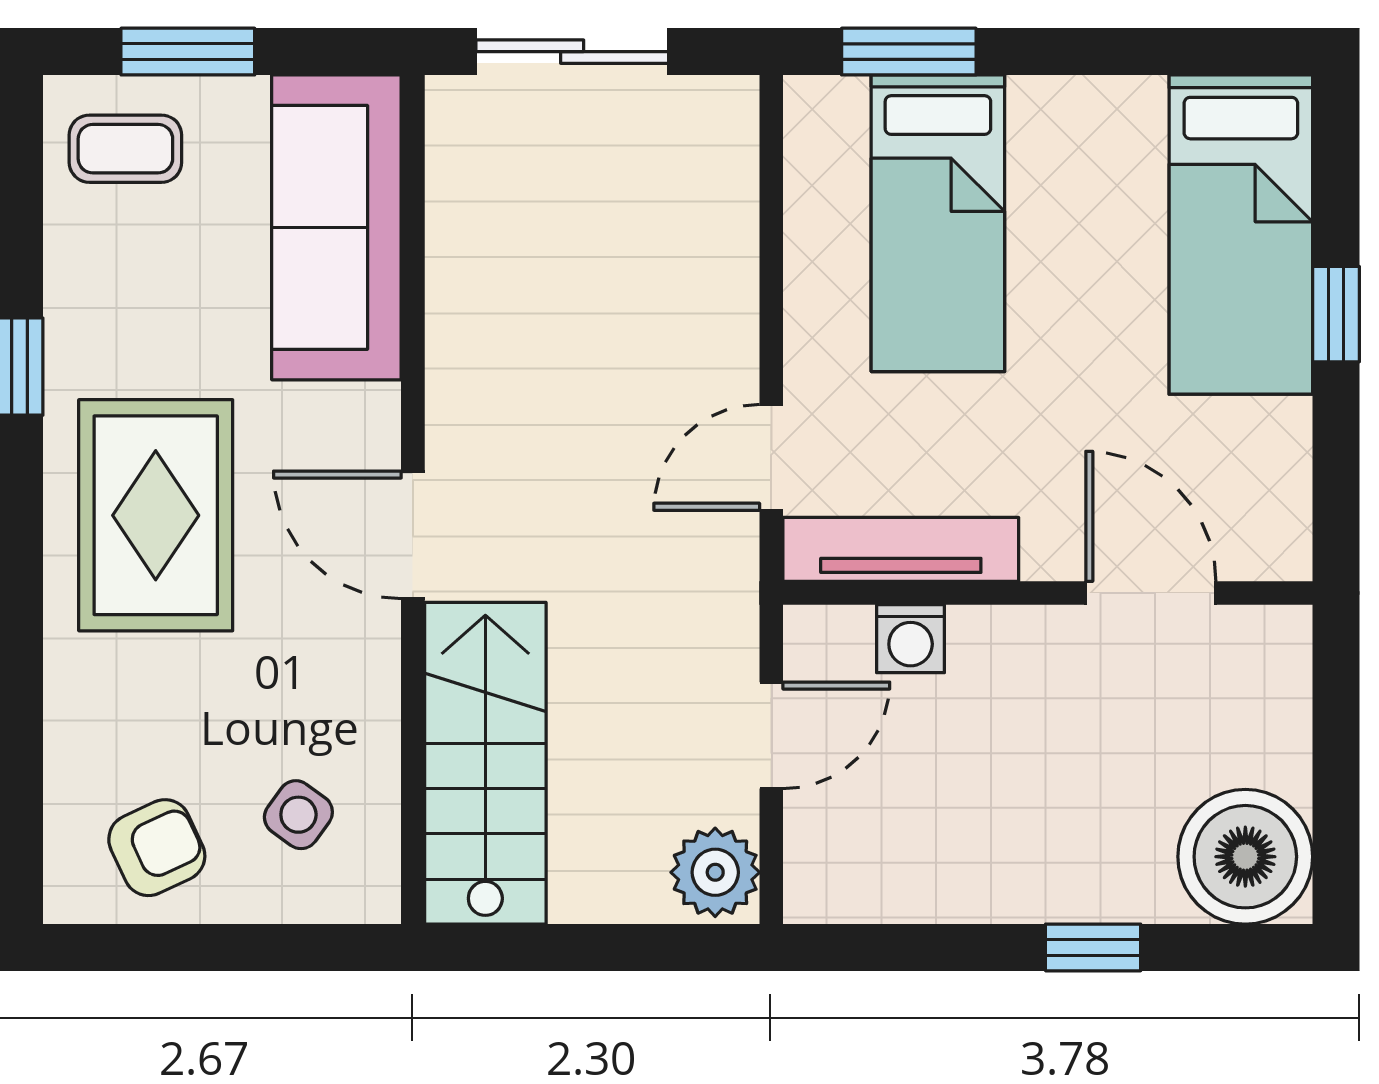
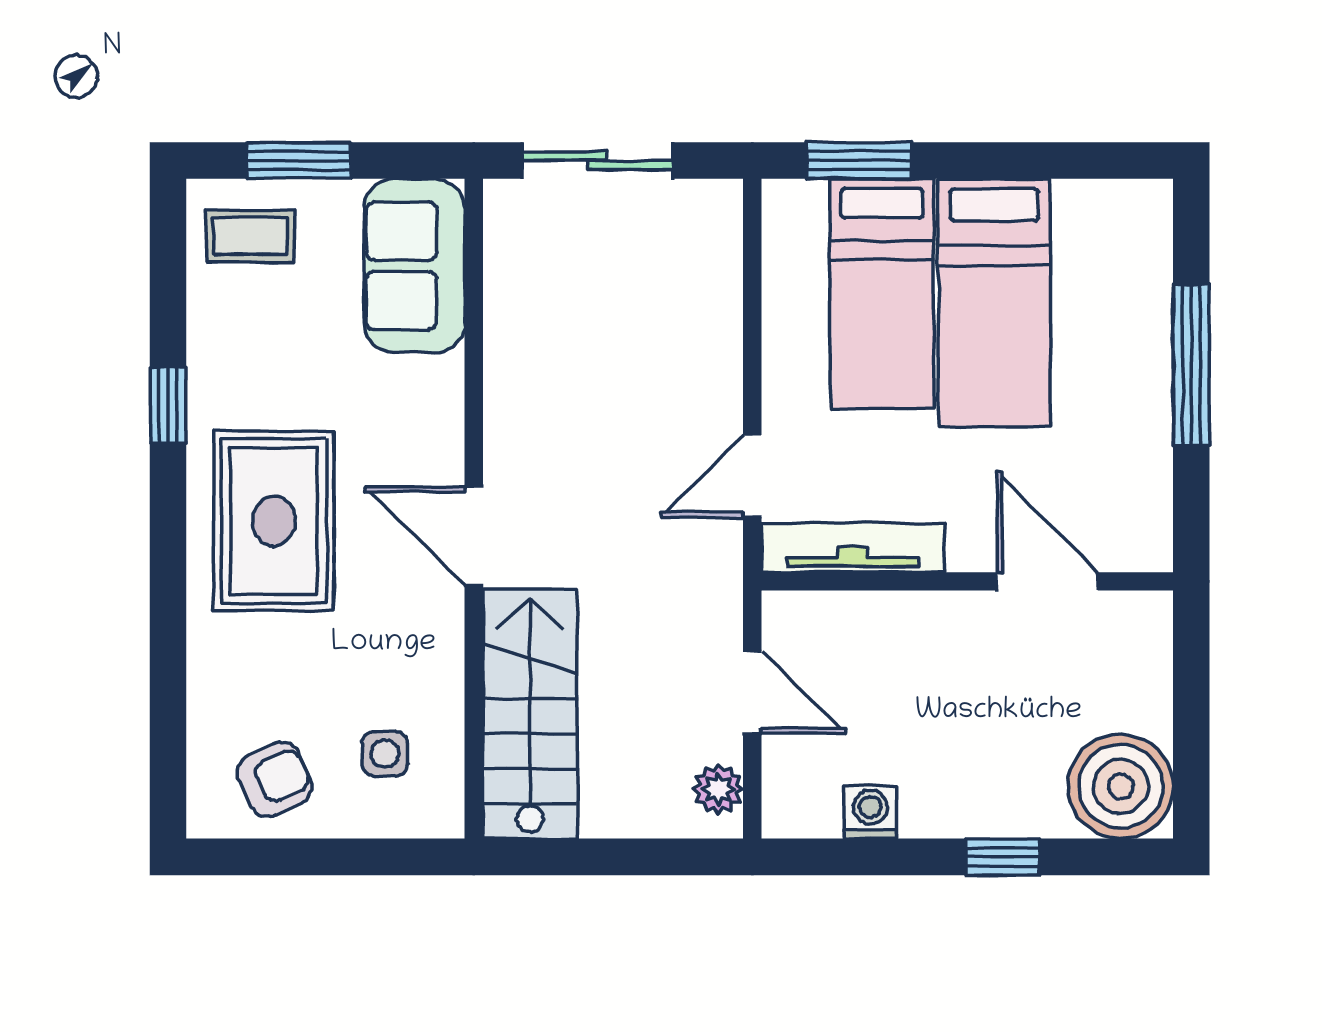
sofa: (336, 227) -> (414, 266), width x0.73
bed: (1241, 235) -> (994, 303), moved
window: (1336, 314) -> (1191, 365), width x2.17
washing machine: (911, 639) -> (870, 812), moved, turned 180
door: (771, 735) -> (752, 692), hinge flipped
side table: (298, 815) -> (385, 754), turned -36
plant: (715, 872) -> (718, 789), width x0.73, depth x0.73

